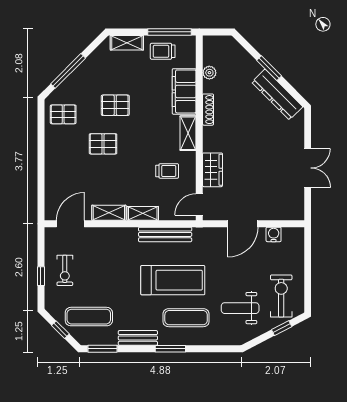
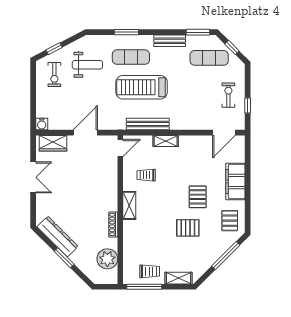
plant: (209, 73) -> (107, 259), width x1.87, depth x1.87
filing cabinet: (184, 91) -> (235, 182), moved, turned 180
pallet: (63, 114) -> (230, 221), turned 90
pallet: (103, 144) -> (198, 197), turned 90
double door: (308, 168) -> (33, 177), swing flipped
wardrobe: (212, 170) -> (53, 143), moved, turned -90
shelving: (109, 213) -> (193, 141), removed
water cooler: (274, 234) -> (42, 124), moved
window: (41, 276) -> (248, 106), moved
exercise bike: (281, 296) -> (54, 74), width x0.73, depth x0.72
window: (170, 349) -> (126, 32), moved

